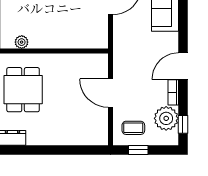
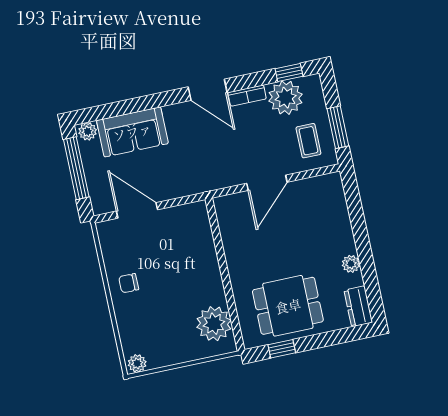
plant: (22, 42) -> (214, 324), width x1.87, depth x1.87
plant: (43, 139) -> (351, 264), added
window: (138, 150) -> (338, 127), width x1.50

